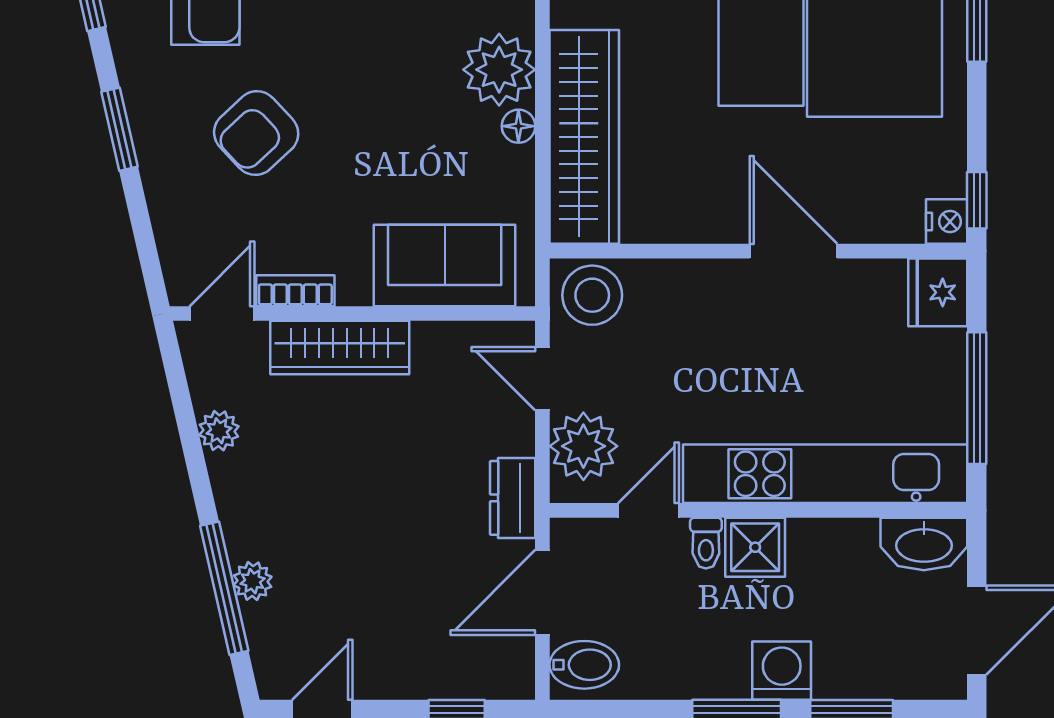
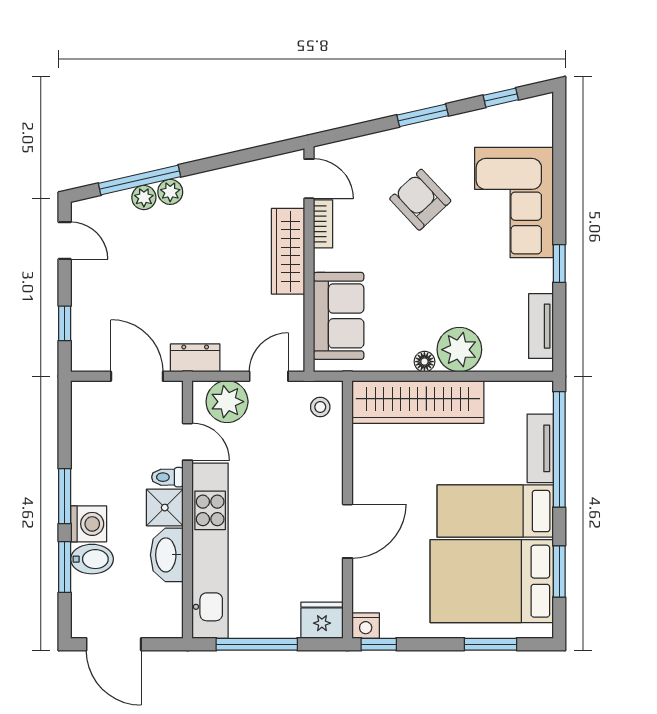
stool: (592, 295) -> (320, 407), width x0.53, depth x0.53
plant: (219, 431) -> (170, 192), moved
washbasin: (924, 544) -> (167, 555), moved
bidet: (584, 665) -> (92, 559), moved, turned -90

